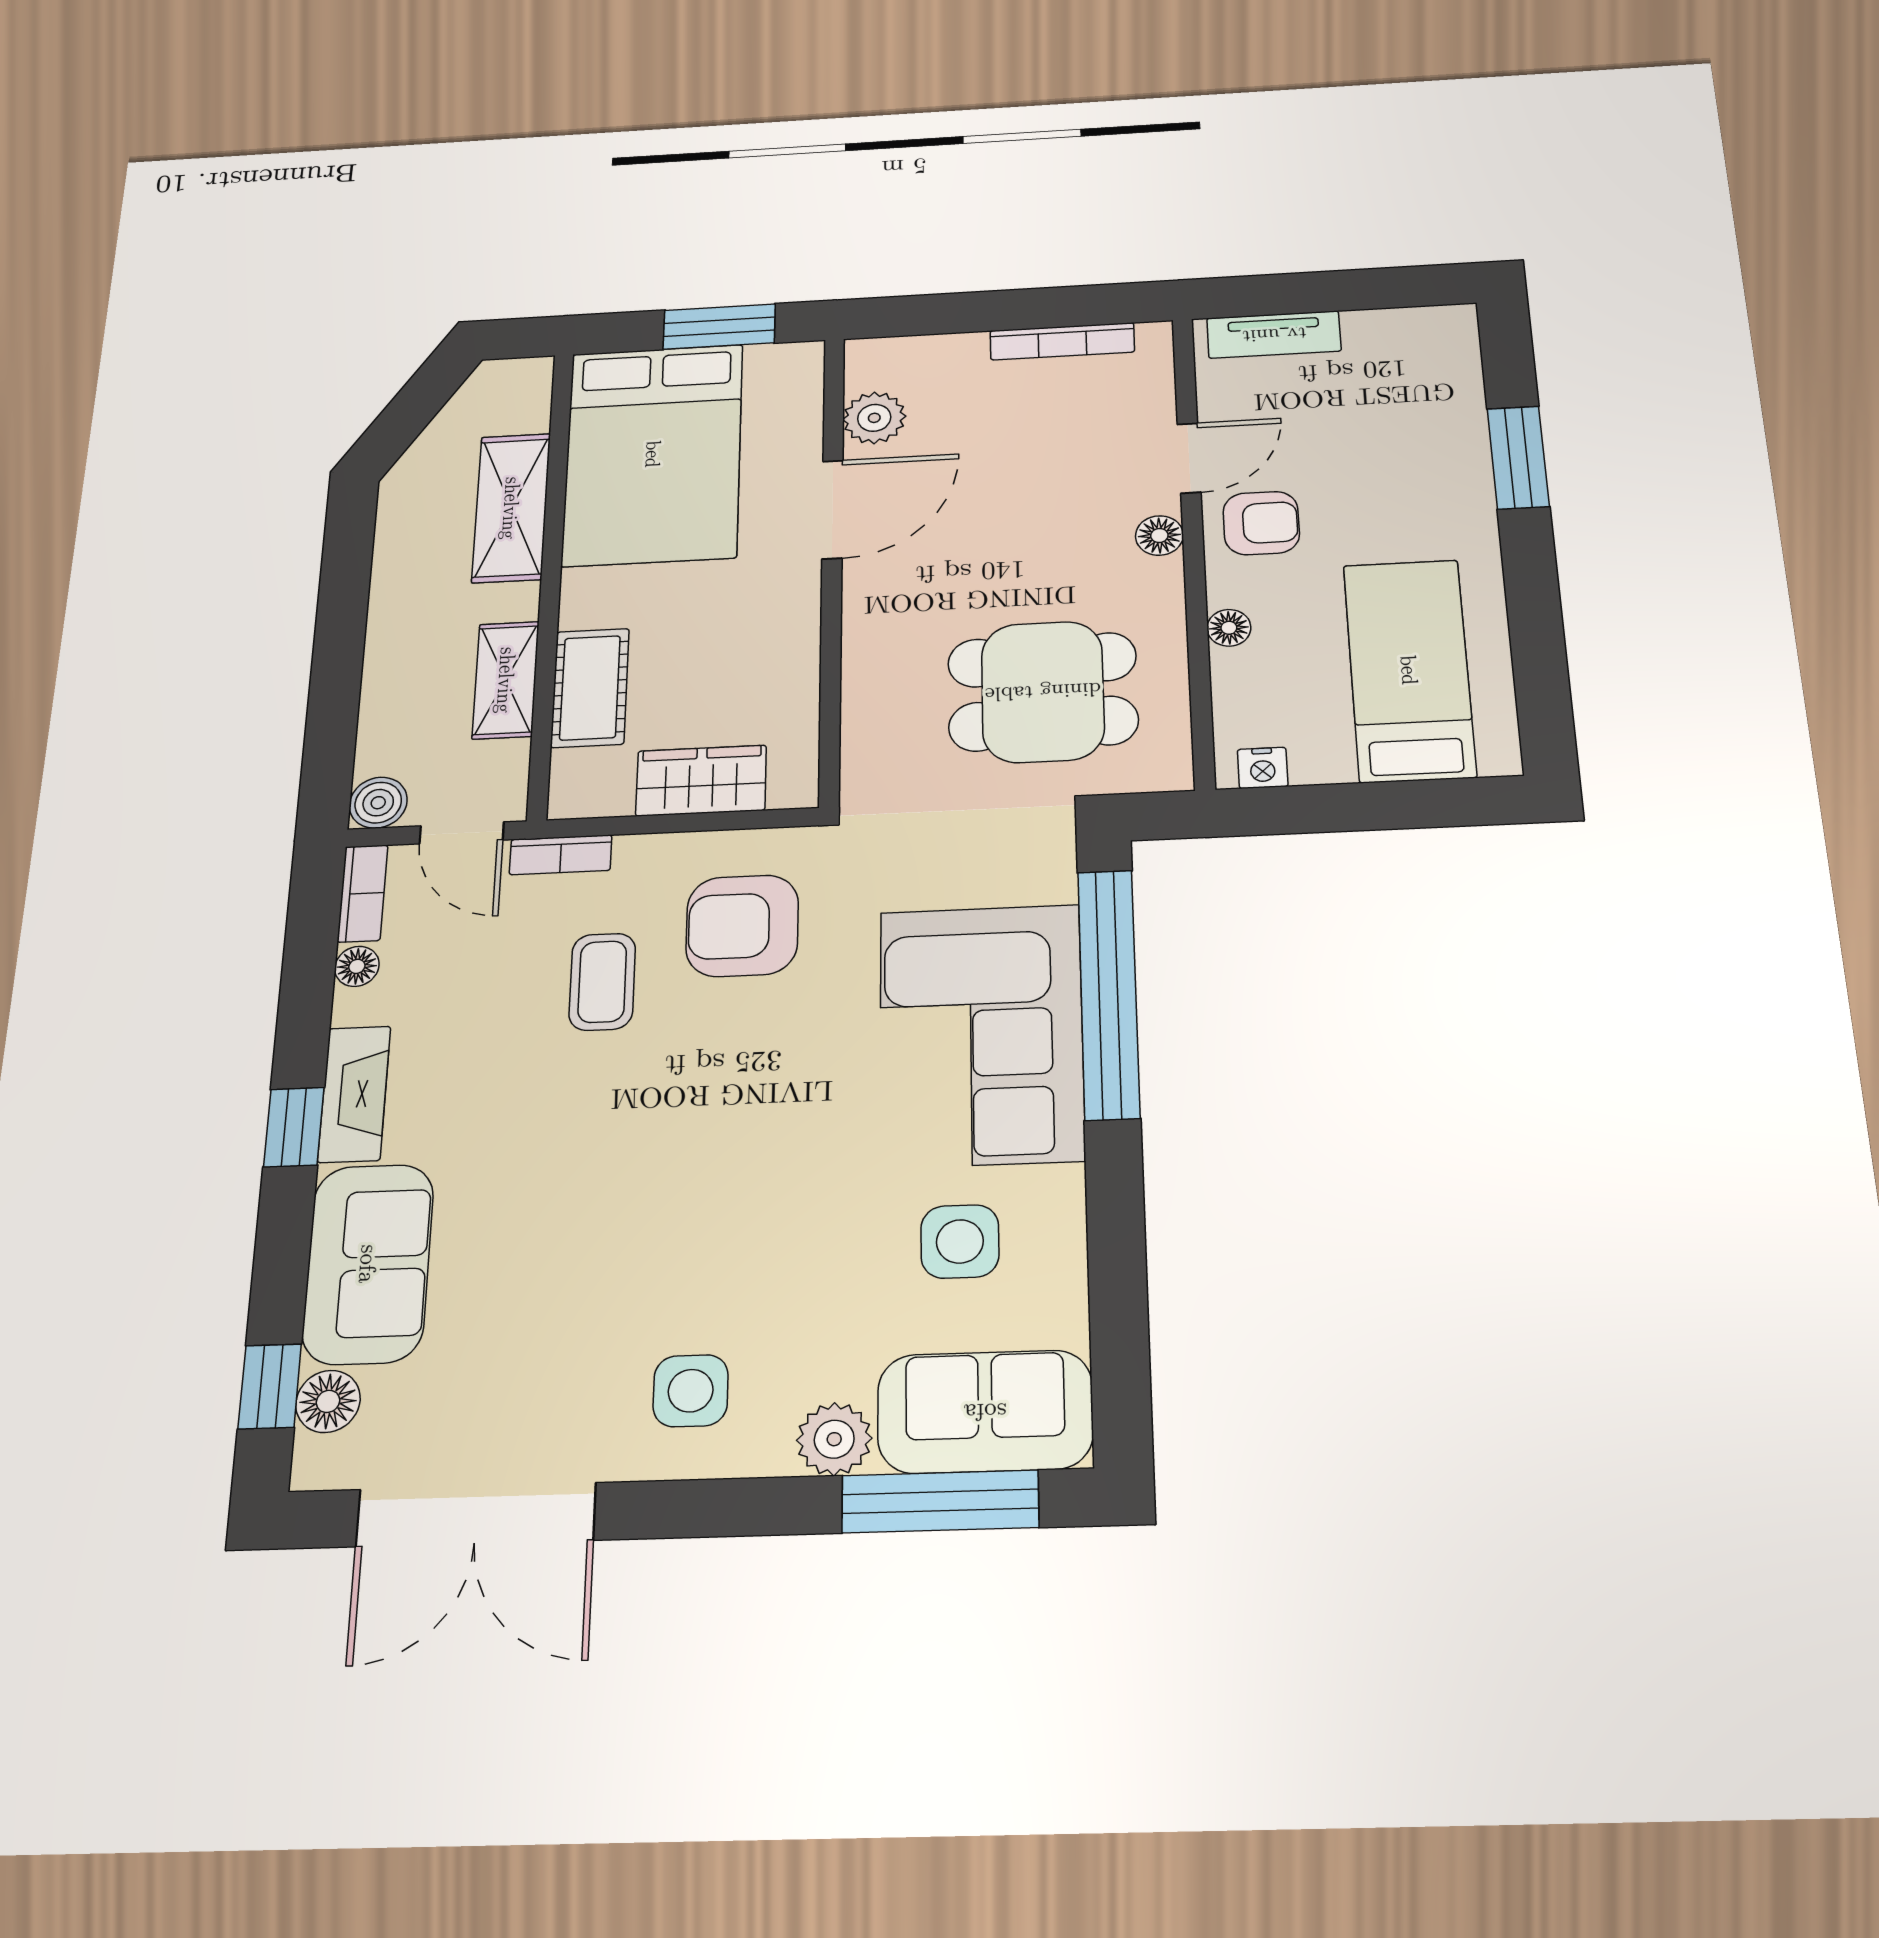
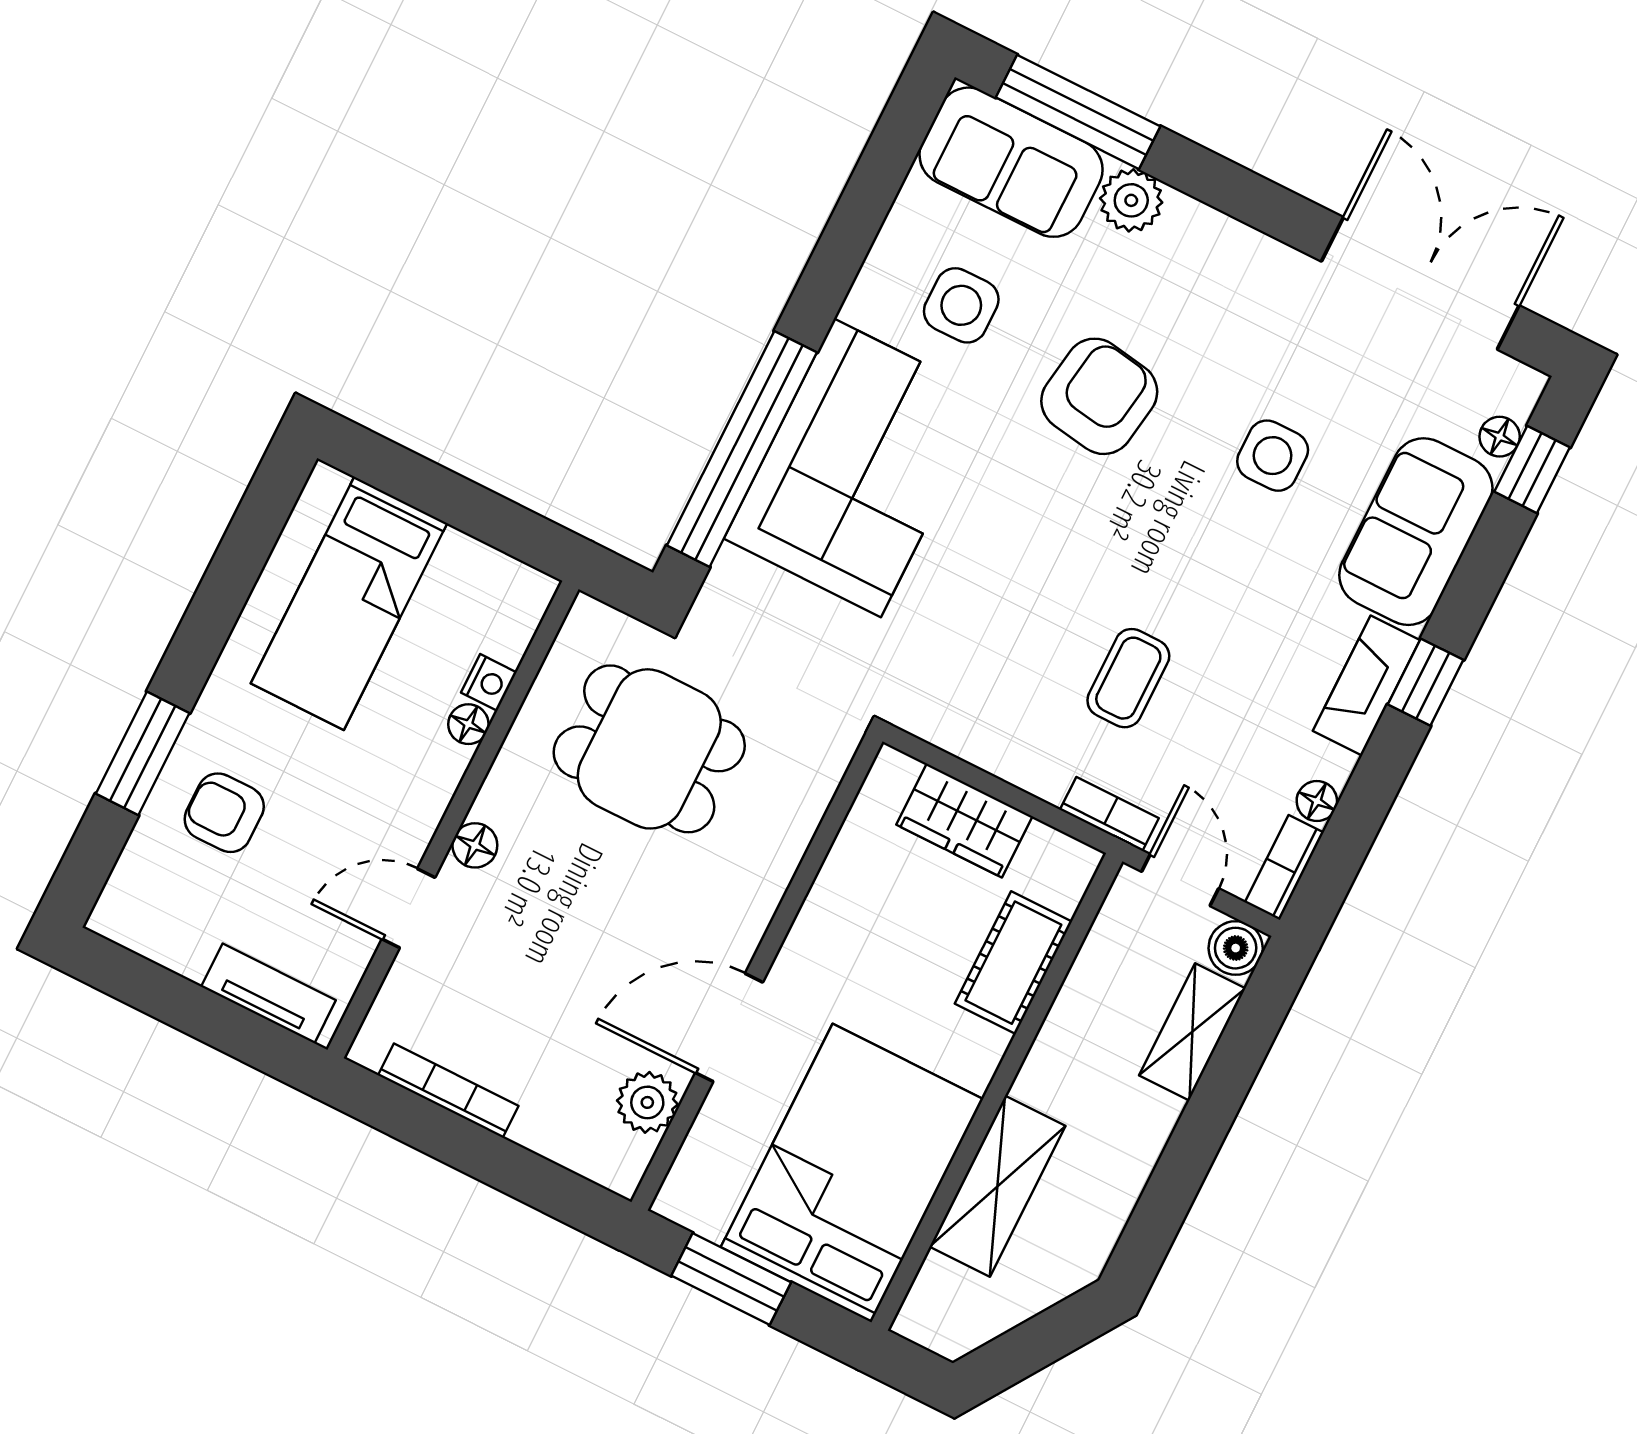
armchair: (1261, 523) -> (224, 813), moved
shelving: (506, 680) -> (1192, 1032), moved
nightstand: (1263, 768) -> (489, 682), moved, turned 90
armchair: (742, 926) -> (1099, 396), moved, turned -81
side table: (691, 1391) -> (1273, 456), moved
floor lamp: (328, 1401) -> (1500, 437), width x0.73, depth x0.73

